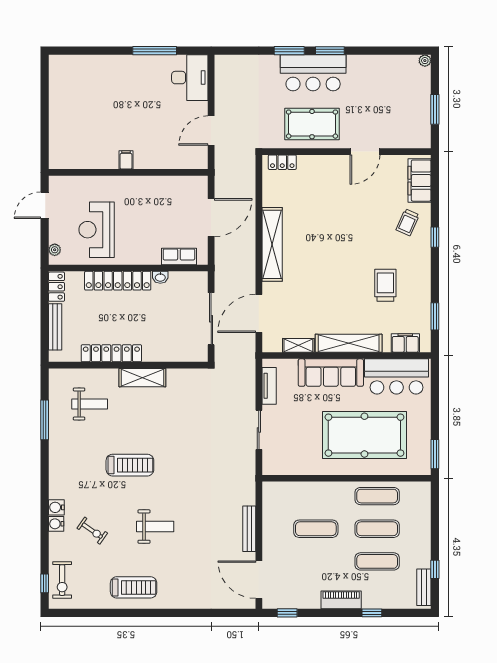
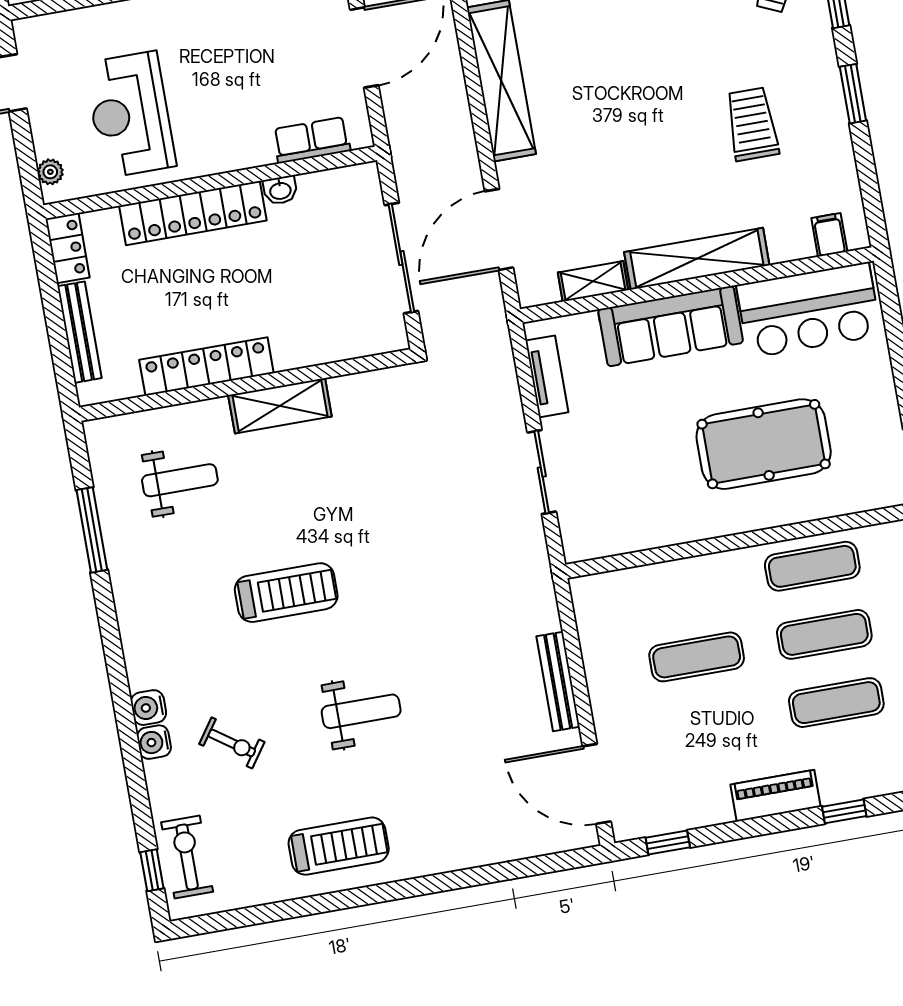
window: (435, 316) -> (853, 94), moved
filing cabinet: (405, 343) -> (829, 235), width x0.50
pool table: (364, 435) -> (764, 444), width x0.73, depth x0.76
exercise bike: (62, 580) -> (187, 857), turned 180

